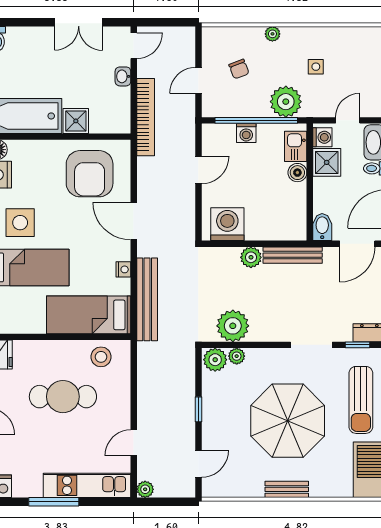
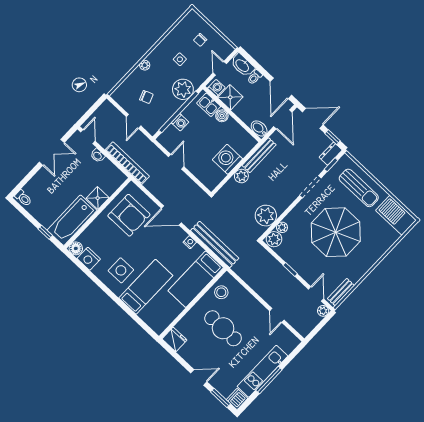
chair: (359, 69) -> (200, 40), added
washing machine: (227, 224) -> (227, 159), moved
cafe table: (63, 397) -> (223, 328), turned 90
kitchen unit: (87, 485) -> (263, 371), moved
plant: (145, 489) -> (323, 311), moved
bench: (287, 489) -> (341, 292), moved

